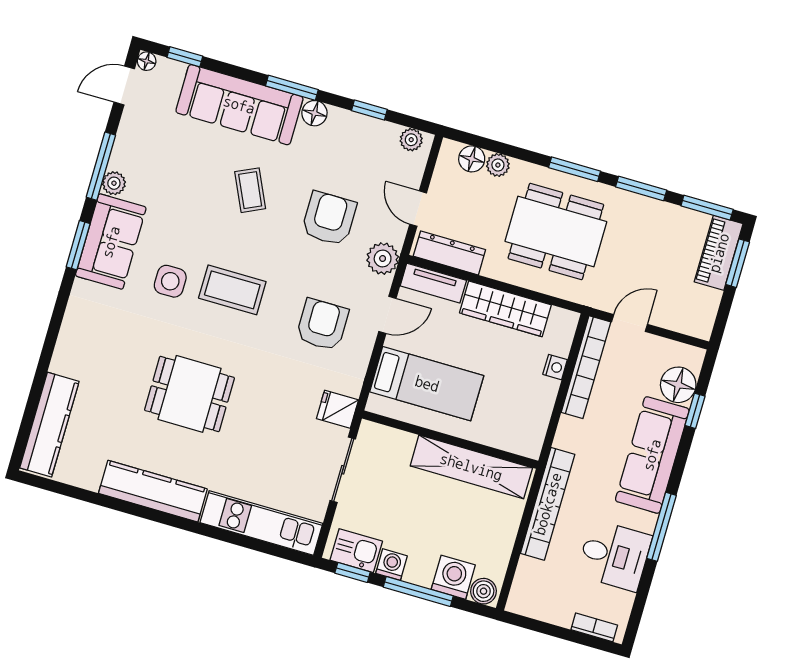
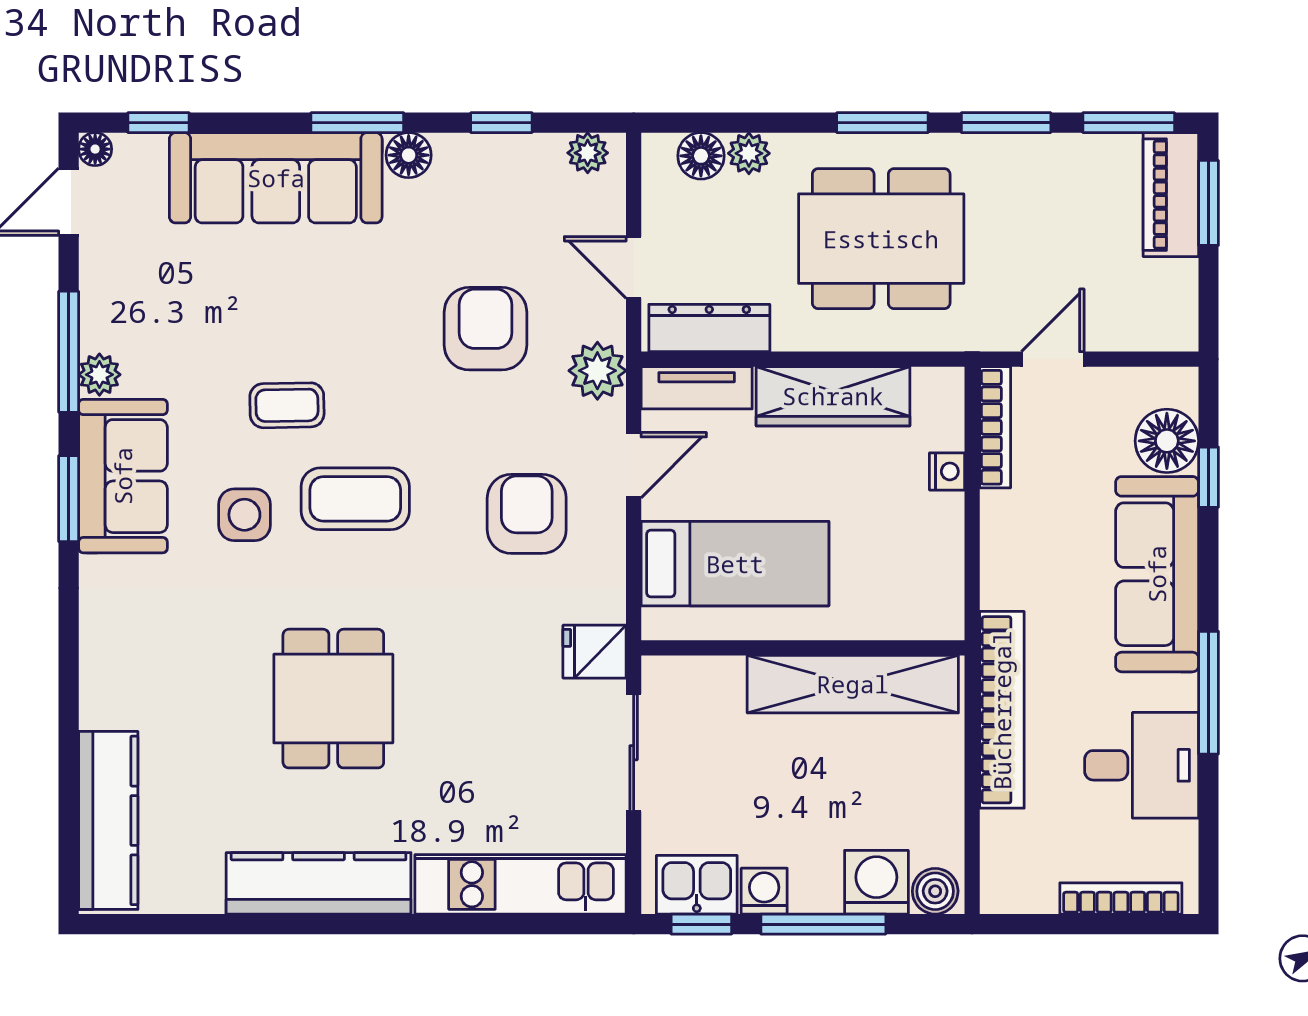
coffee table: (250, 190) -> (287, 405), moved, turned -66
bookcase: (586, 367) -> (995, 427), width x0.68, depth x0.76
dining table: (190, 394) -> (333, 699), turned 90
bookcase: (594, 627) -> (1121, 898), width x1.56

